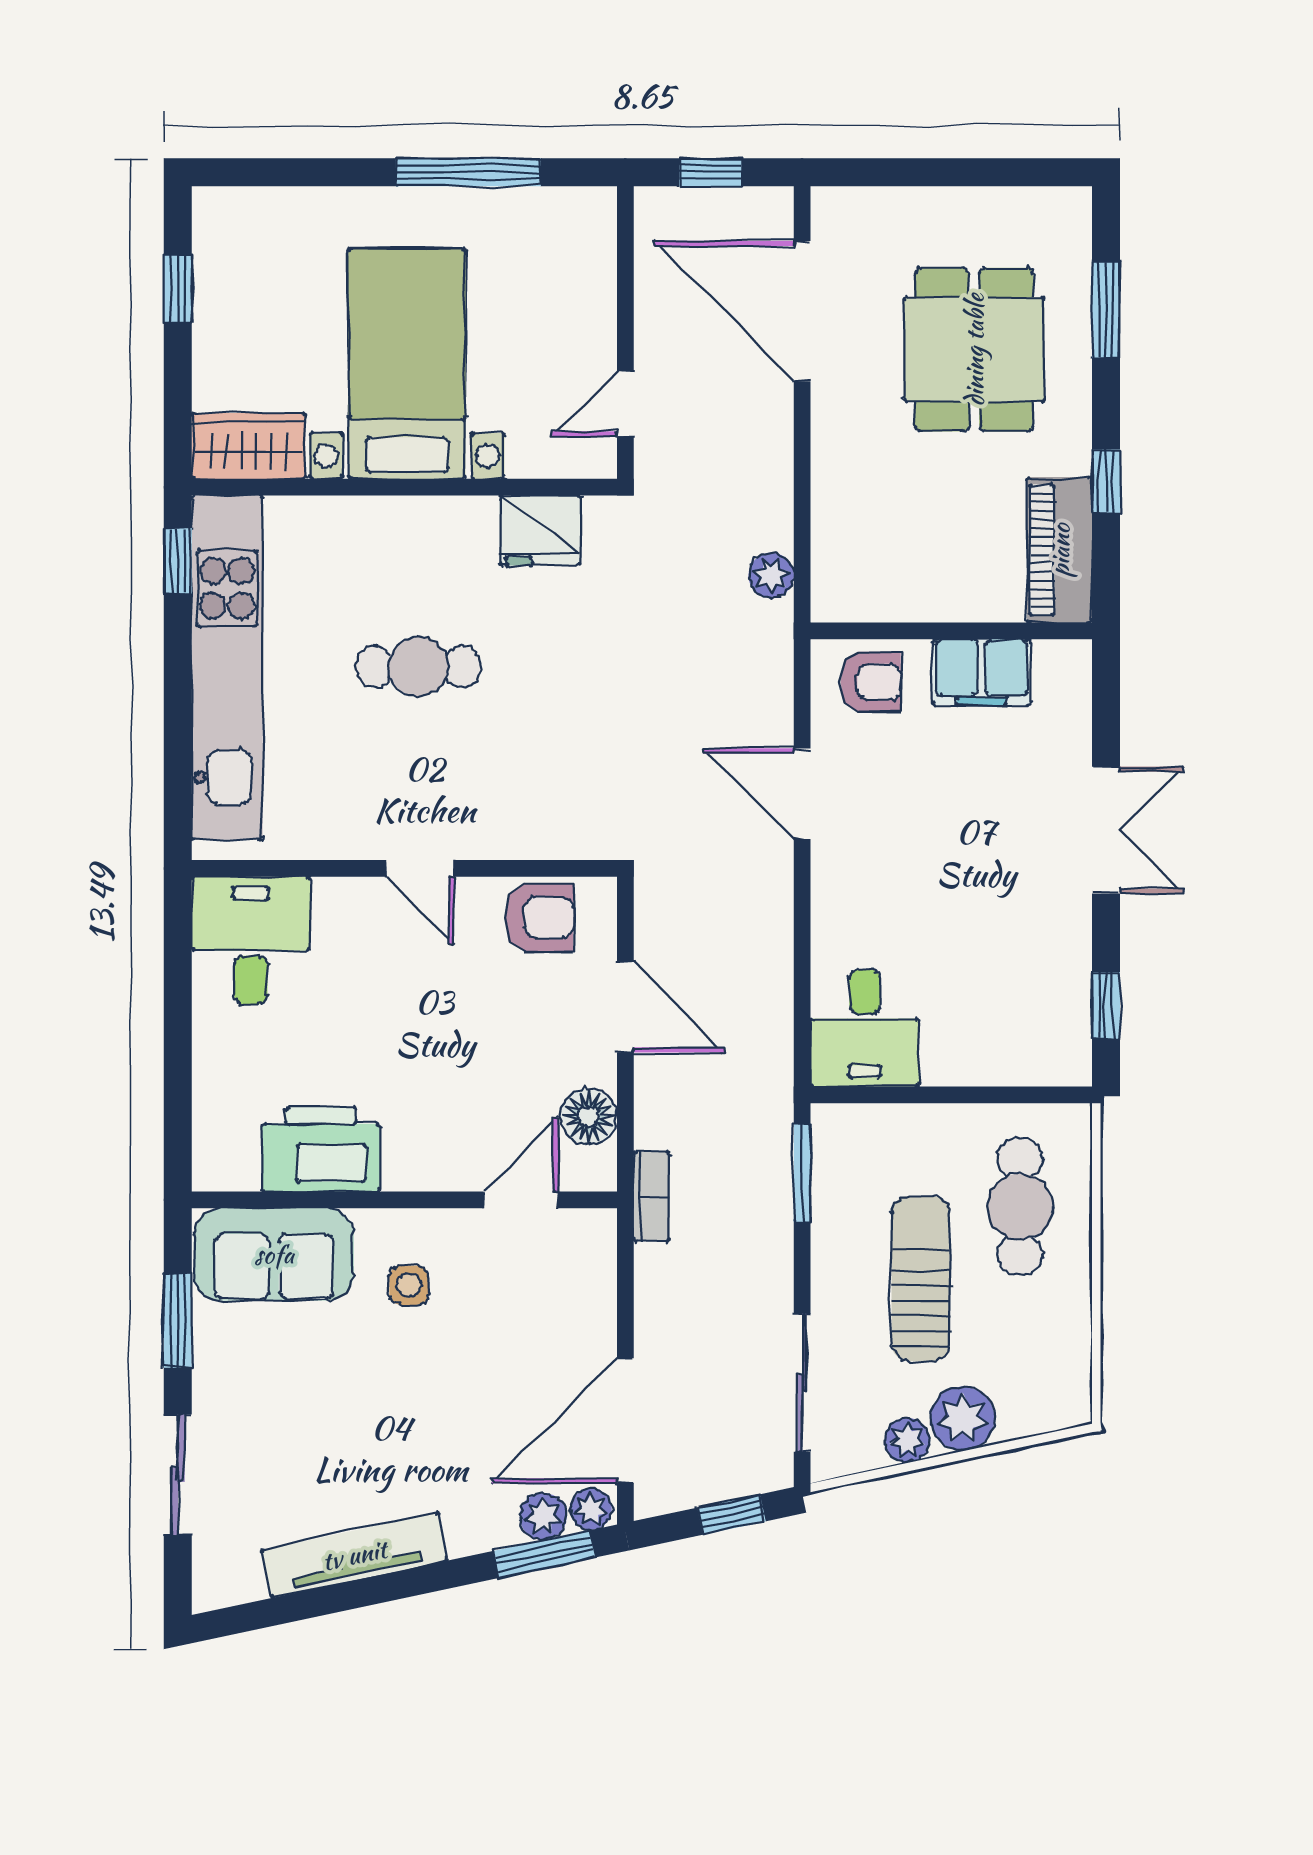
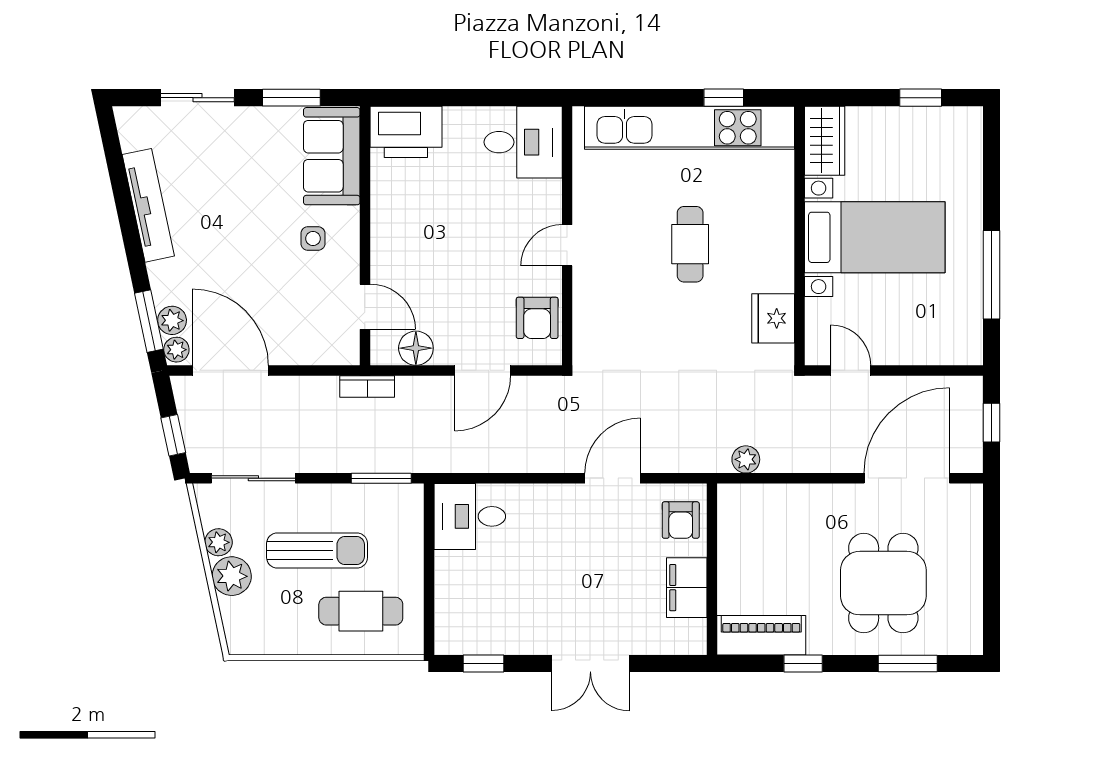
dining table: (974, 350) -> (883, 583), turned 90
window: (178, 561) -> (724, 98), moved
printer: (321, 1149) -> (406, 132), moved, turned 90

